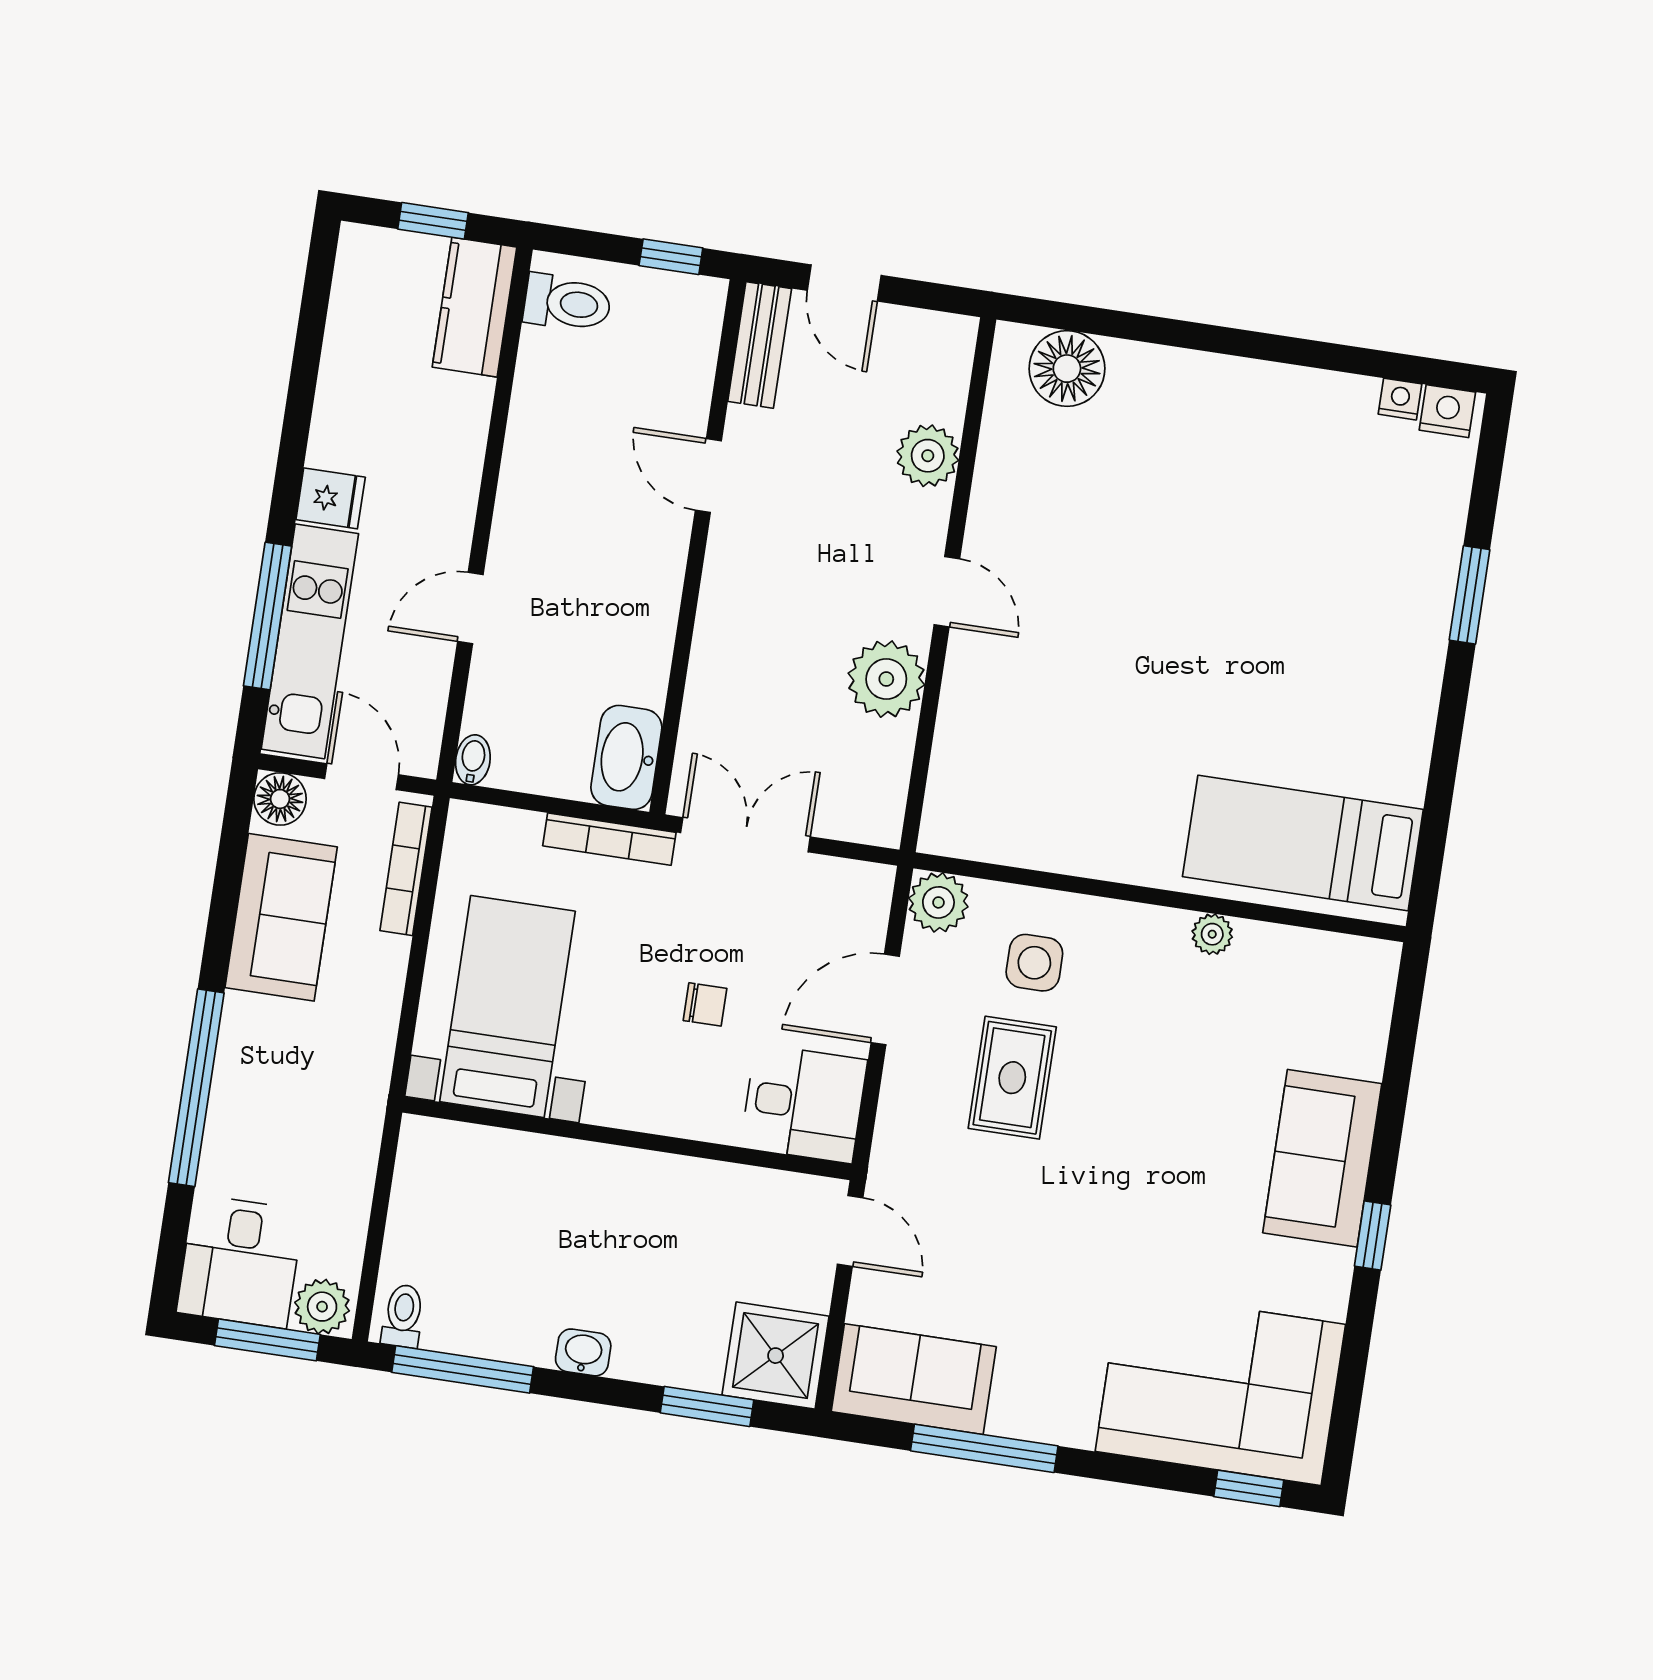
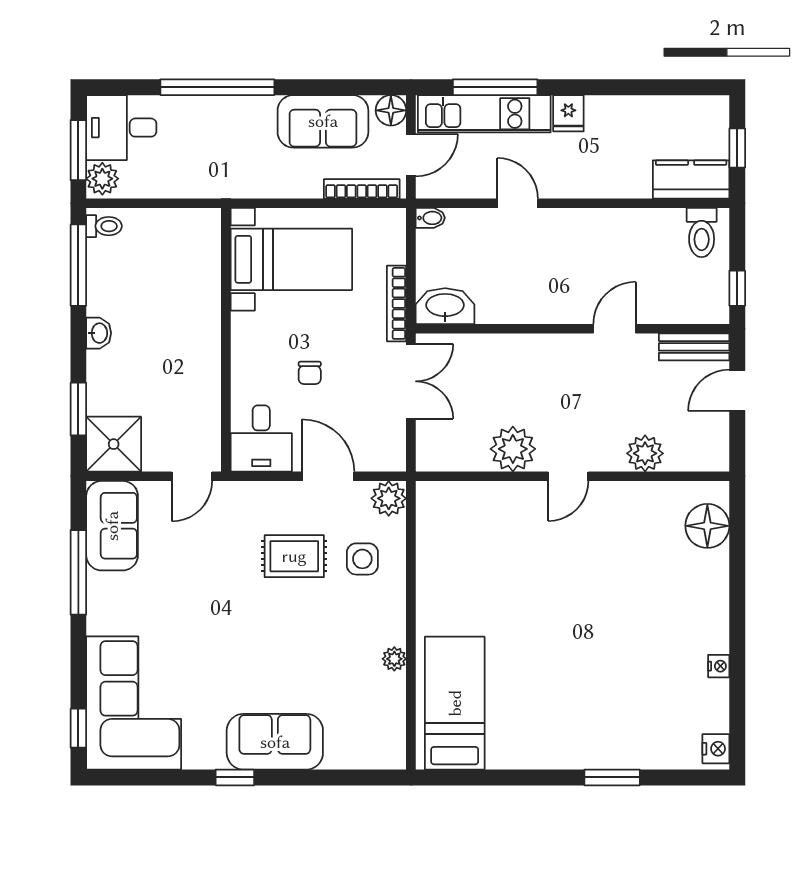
nightstand: (1400, 399) -> (719, 666), moved

